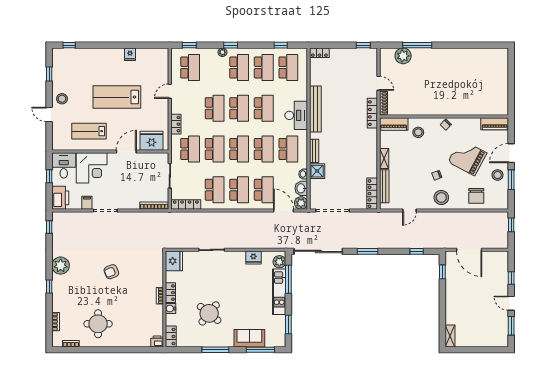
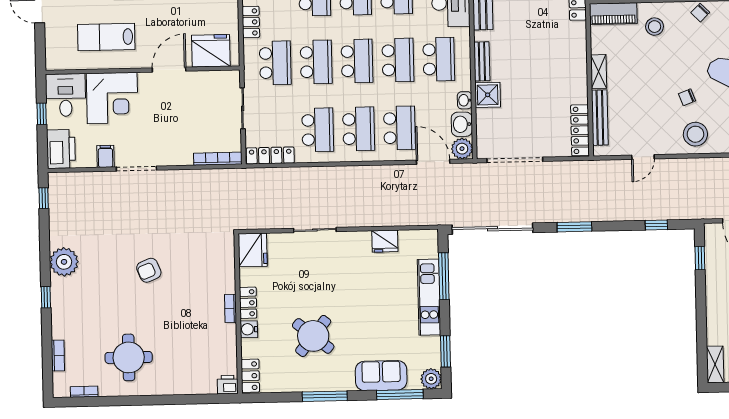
plant: (279, 262) -> (431, 379), moved

